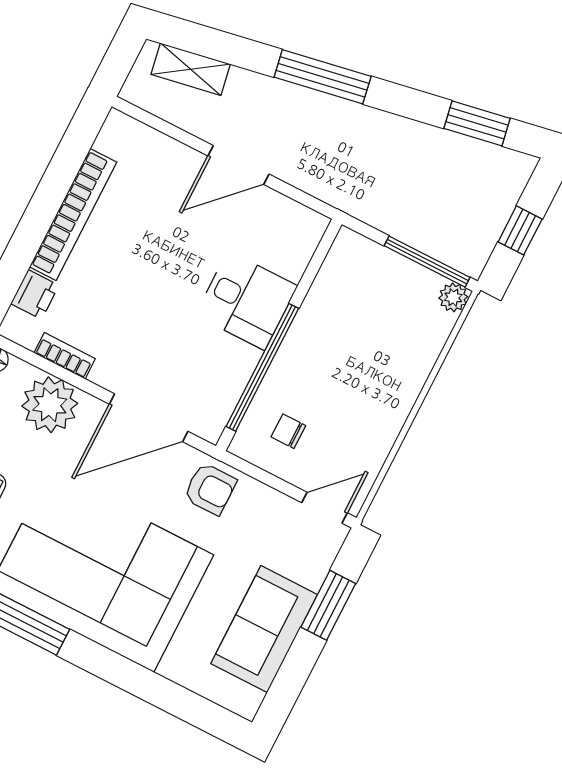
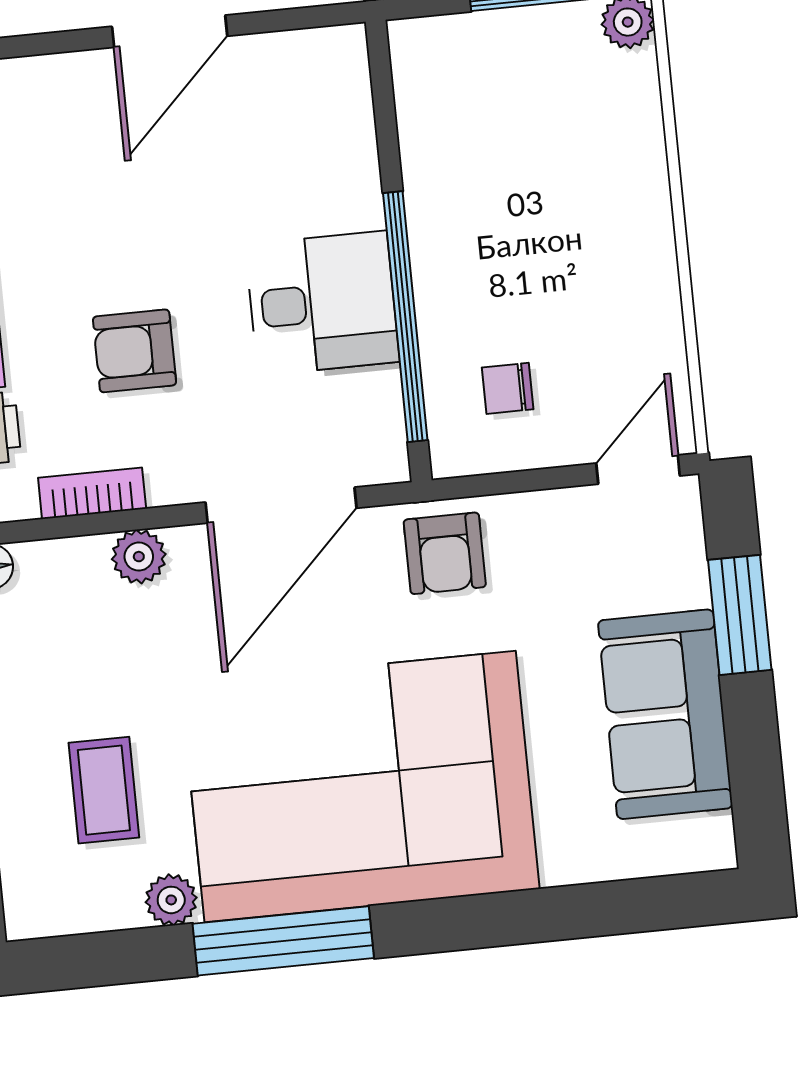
desk: (246, 300) -> (322, 303), moved
armchair: (127, 303) -> (135, 351), added
plant: (50, 405) -> (139, 557), width x0.53, depth x0.53
armchair: (210, 489) -> (445, 553), turned 90

